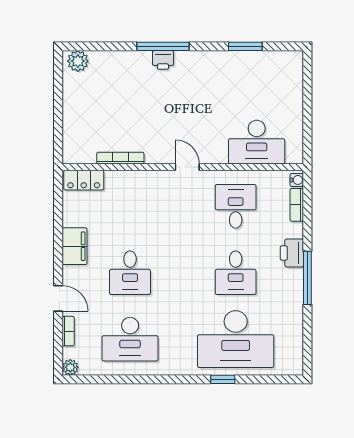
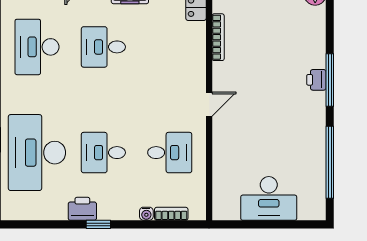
window: (245, 46) -> (330, 162), width x2.11
desk: (257, 142) -> (269, 198), moved, turned -90
water cooler: (297, 180) -> (146, 214), moved
printer: (292, 253) -> (82, 209), moved
window: (307, 278) -> (98, 224), width x0.46

